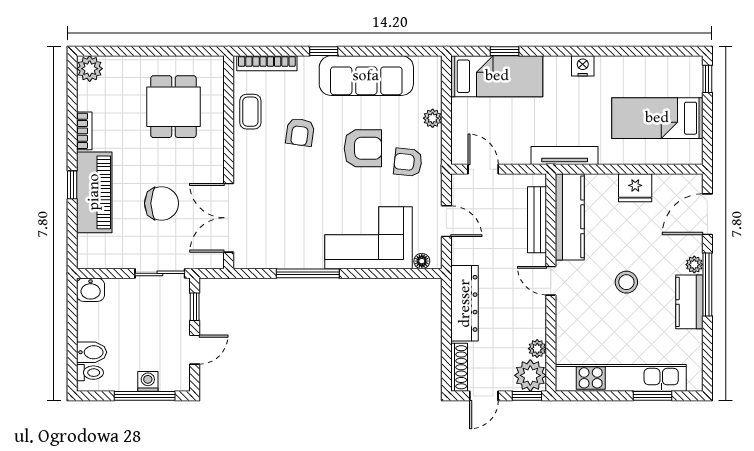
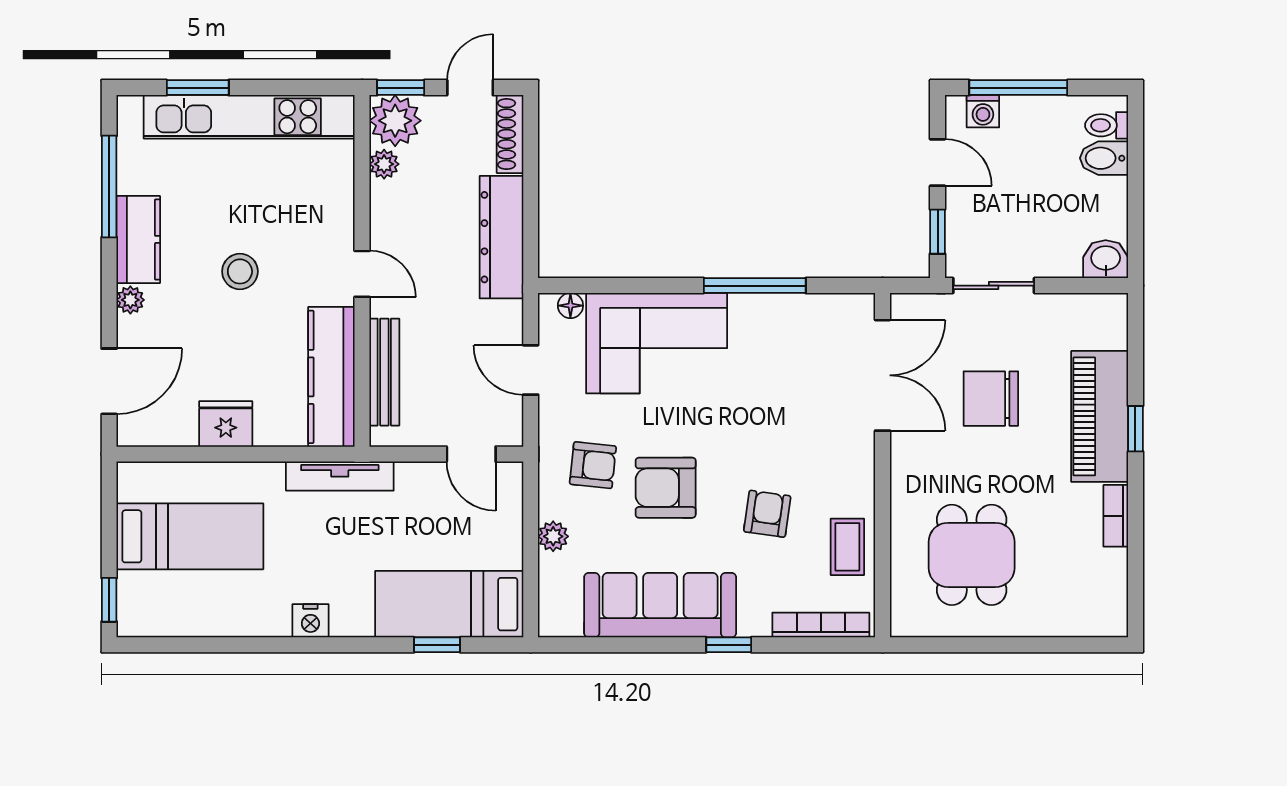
plant: (90, 69) -> (1107, 616), removed
window: (707, 285) -> (109, 186), moved
door: (195, 350) -> (938, 163), swing flipped
washing machine: (148, 381) -> (983, 111), moved

